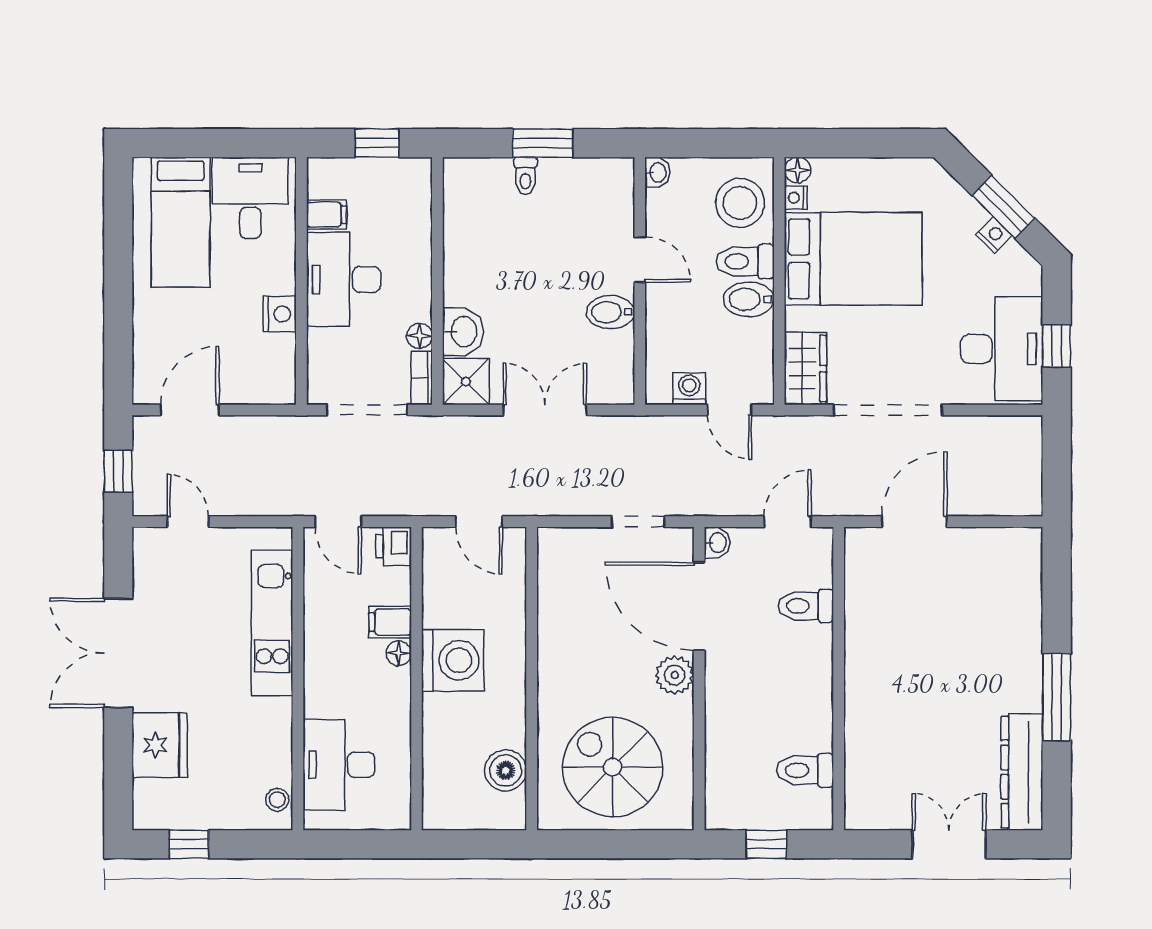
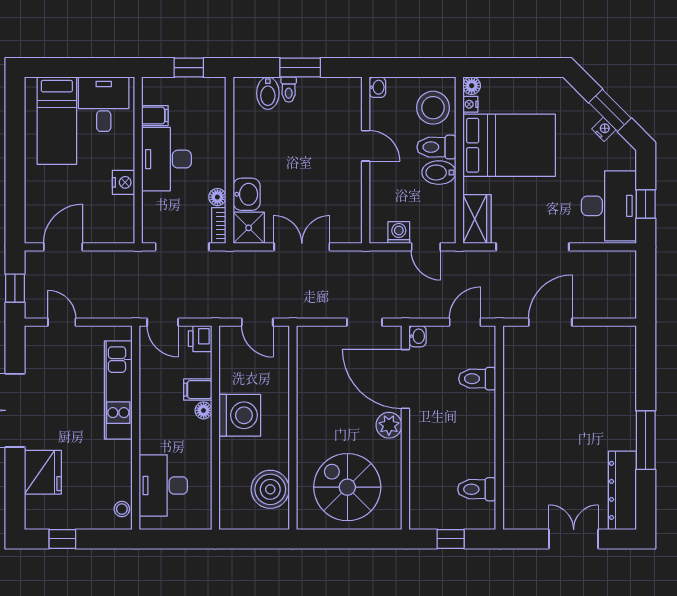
bidet: (610, 312) -> (268, 93), moved, turned -90
boiler: (506, 770) -> (270, 489), width x1.37, depth x1.37

